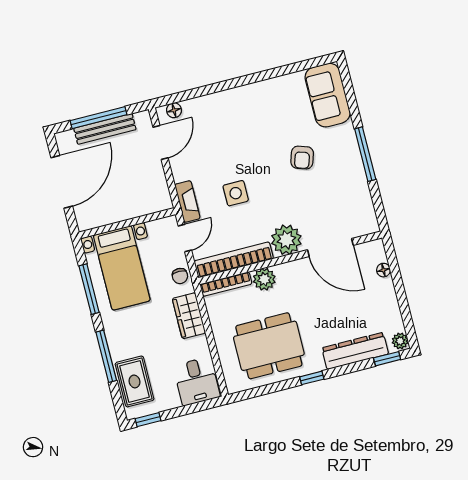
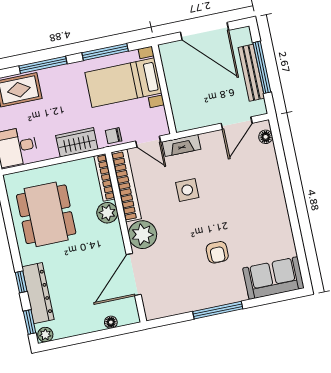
door: (160, 143) -> (237, 123), hinge flipped
armchair: (302, 158) -> (217, 252), turned -108
window: (312, 378) -> (21, 282), moved

